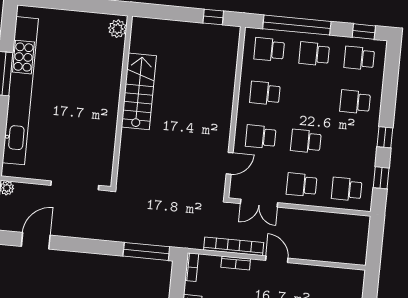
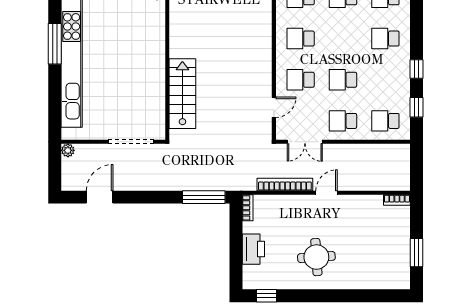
stairs: (139, 91) -> (182, 94), moved
door: (277, 259) -> (327, 193), hinge flipped
bookcase: (236, 263) -> (397, 200), moved

